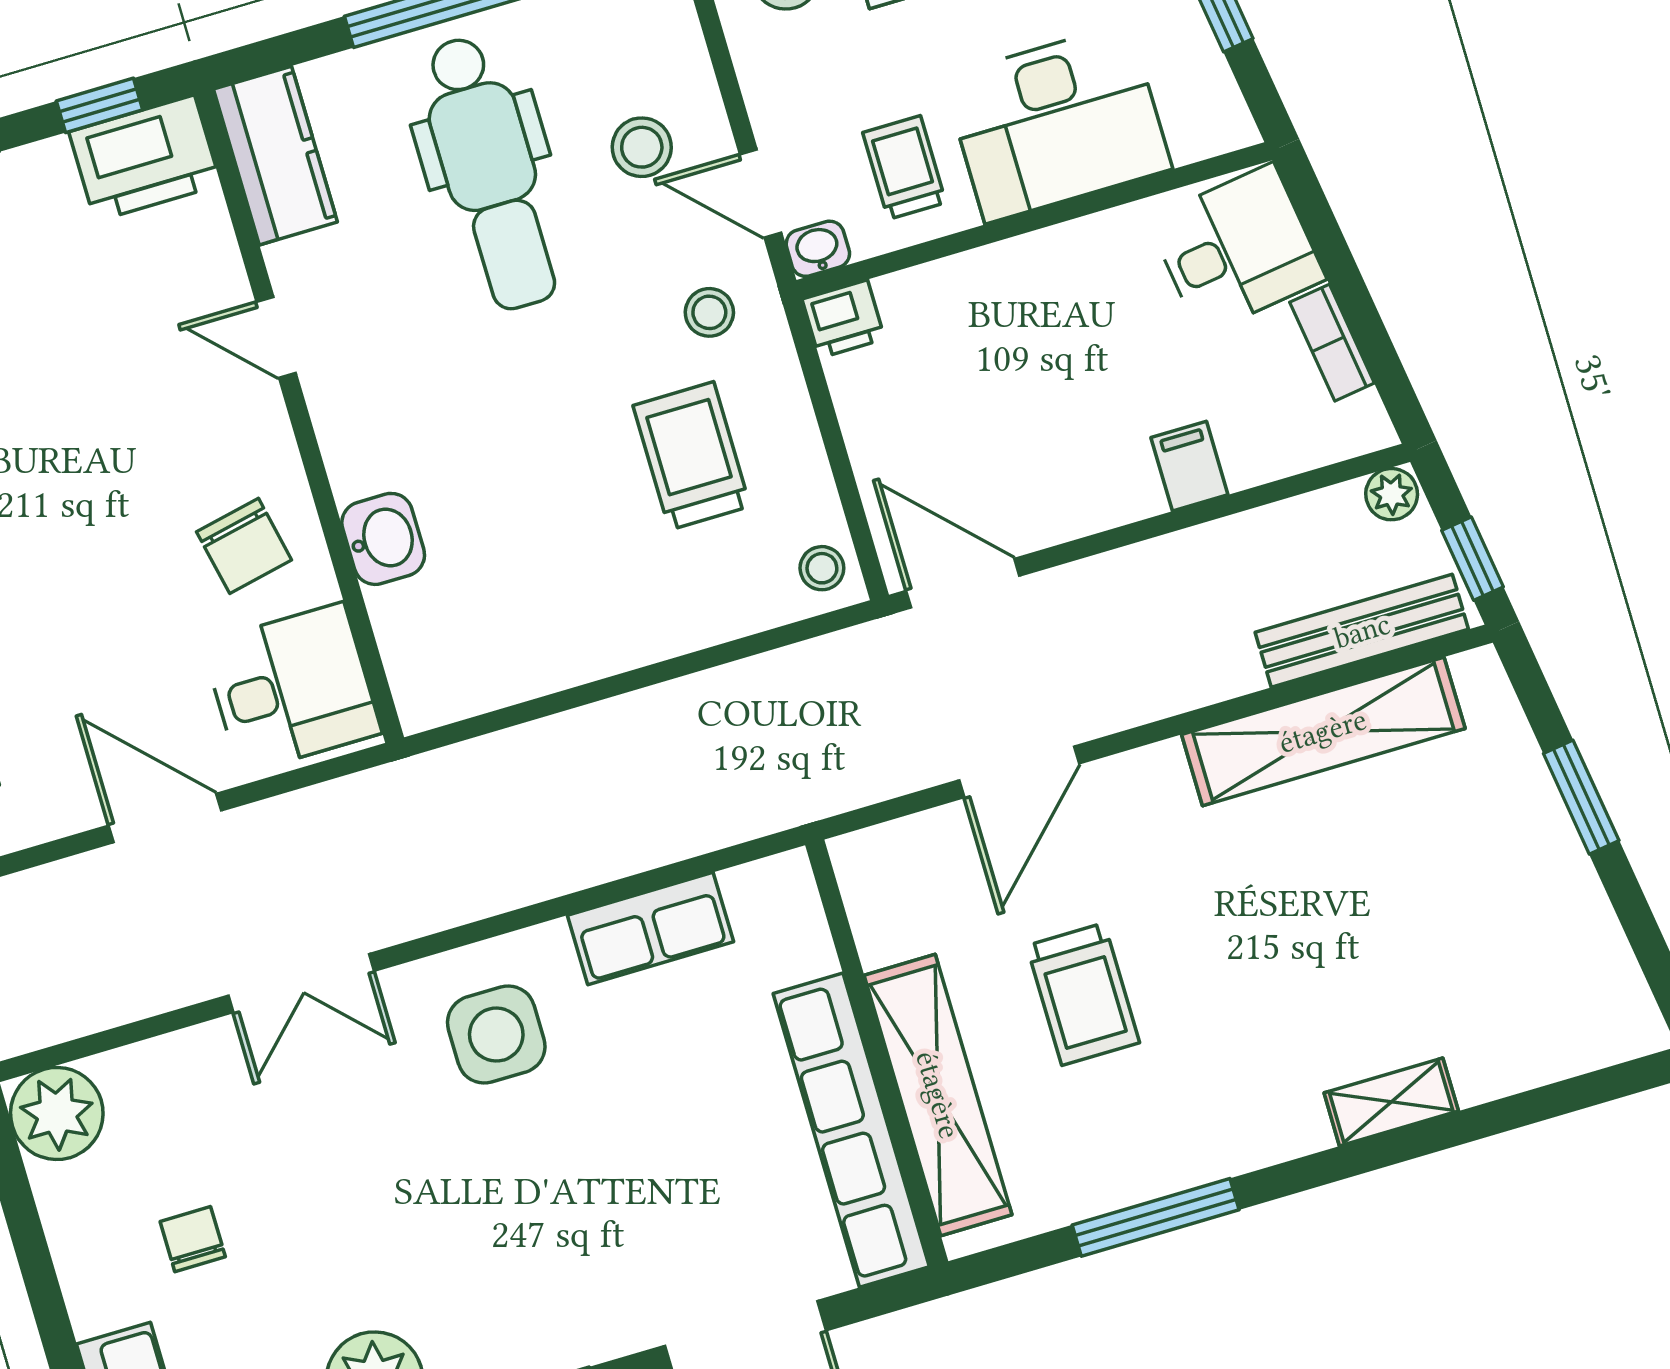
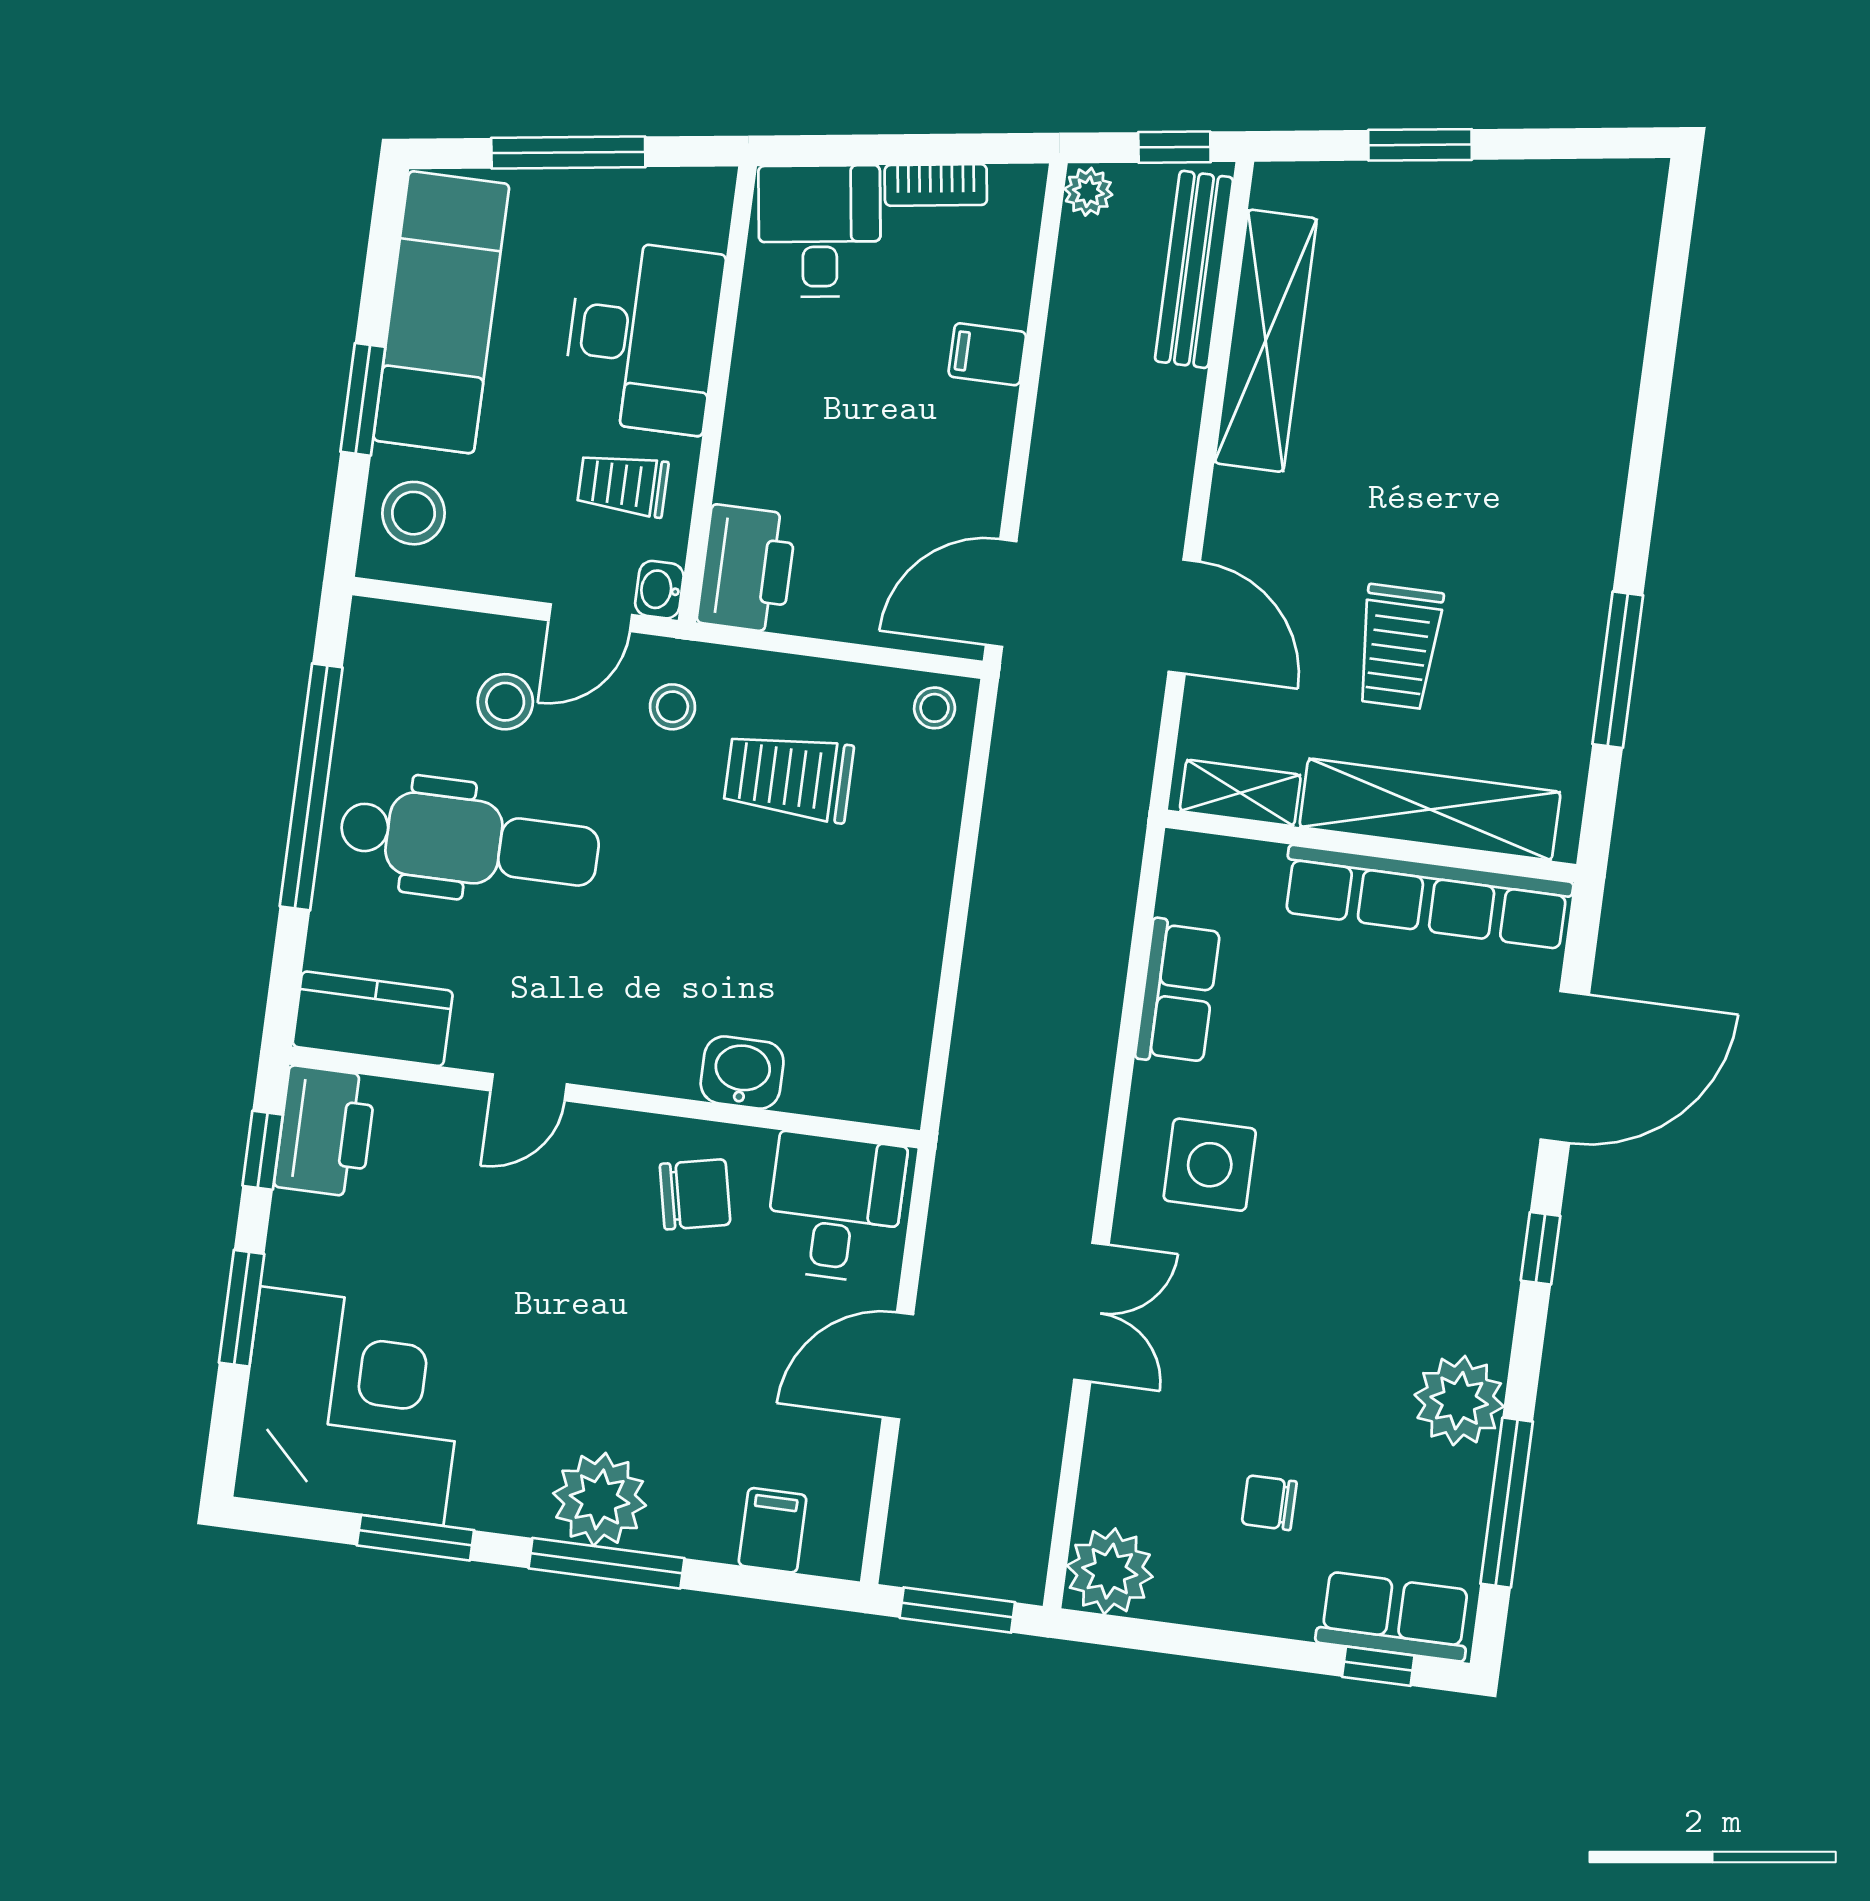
printer: (843, 319) -> (747, 569), width x1.87, depth x1.48
trolley: (1083, 994) -> (1399, 647), turned 90
shelving: (1391, 1102) -> (1240, 793), moved, turned 90

